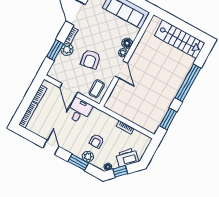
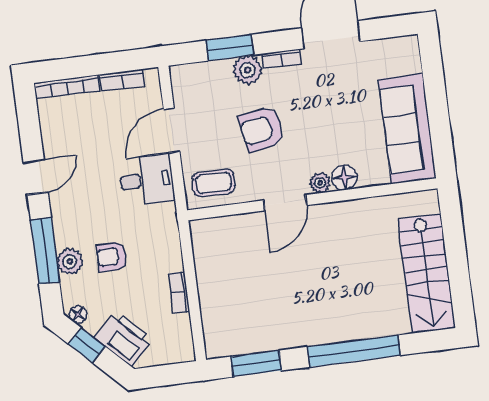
window: (78, 162) -> (45, 251), width x1.44

